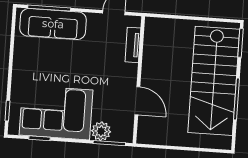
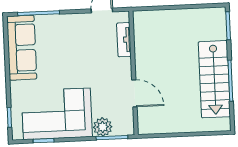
sofa: (53, 24) -> (22, 48), moved, turned -90
stairs: (214, 81) -> (214, 79), width x0.73, depth x0.66

